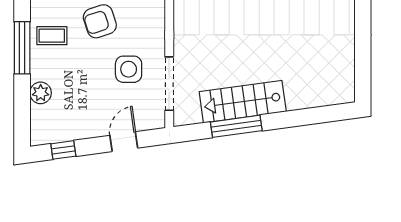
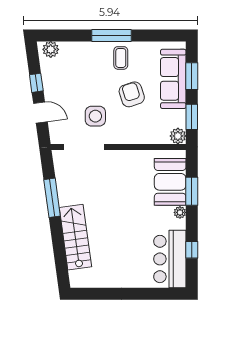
plant: (41, 93) -> (51, 49), moved
stairs: (243, 102) -> (75, 237), moved
window: (63, 150) -> (36, 83), moved

